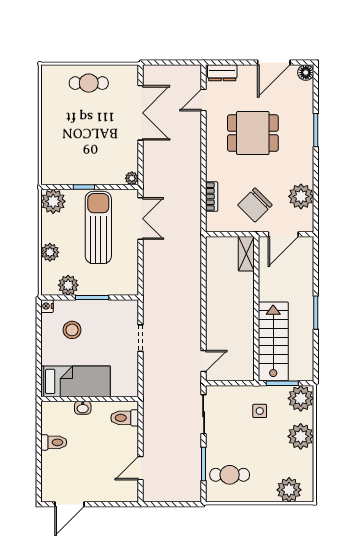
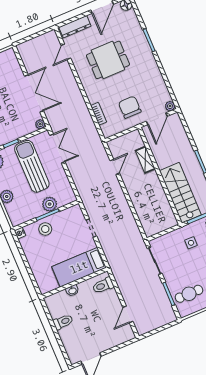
dresser: (222, 73) -> (75, 27), width x1.44
double door: (140, 113) -> (34, 93), moved
plant: (301, 196) -> (170, 106), moved, width x0.53, depth x0.53
chair: (255, 205) -> (130, 107), turned 135
shelving: (246, 254) -> (145, 160), moved
plant: (68, 285) -> (50, 204), moved
stool: (72, 330) -> (45, 229), moved
door: (204, 361) -> (115, 167), moved
bed: (76, 381) -> (79, 267), moved, turned 180

